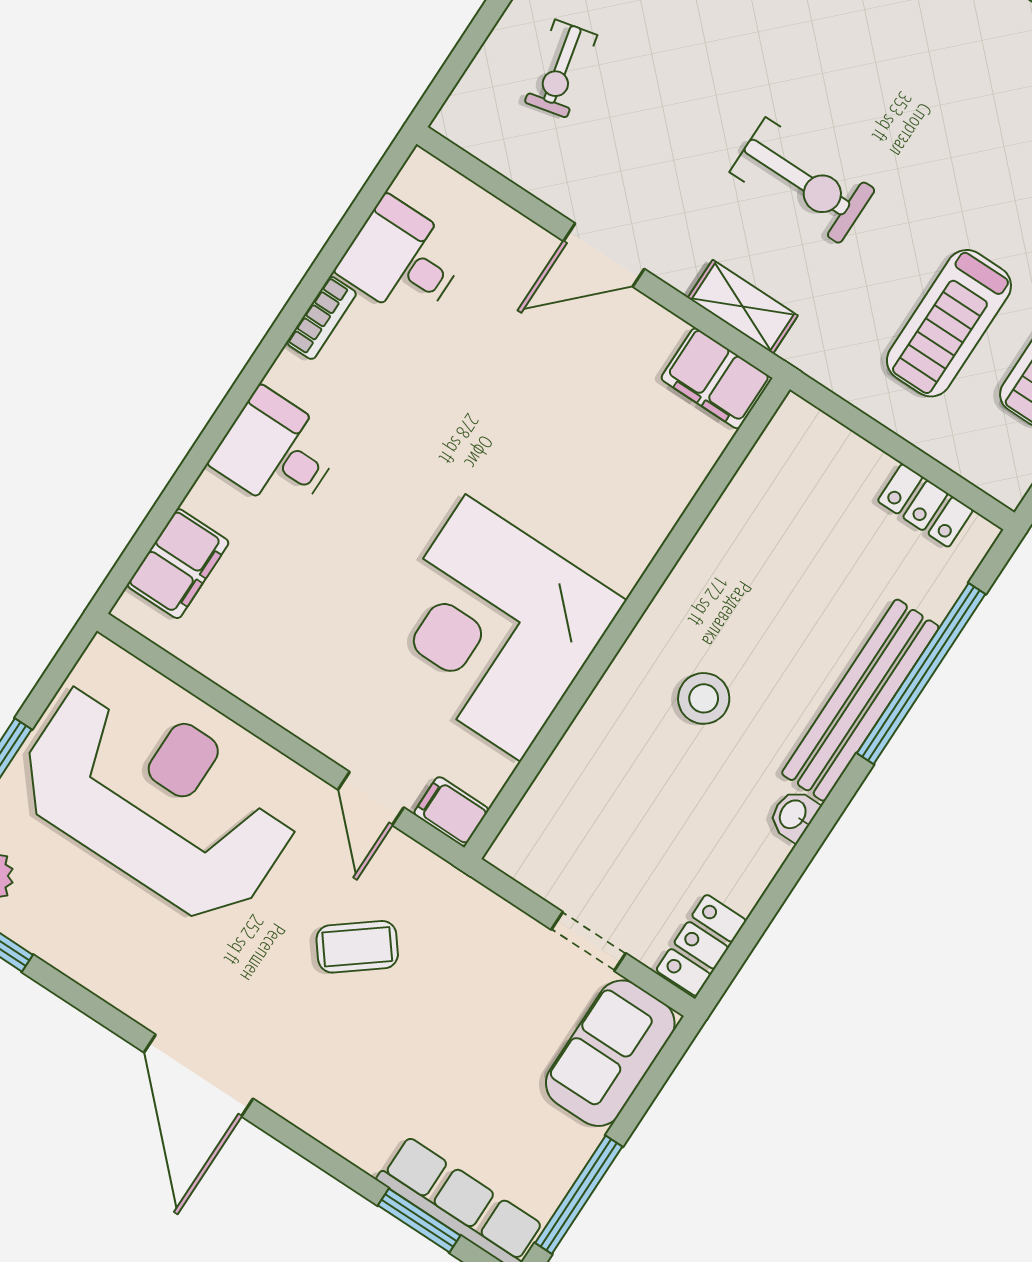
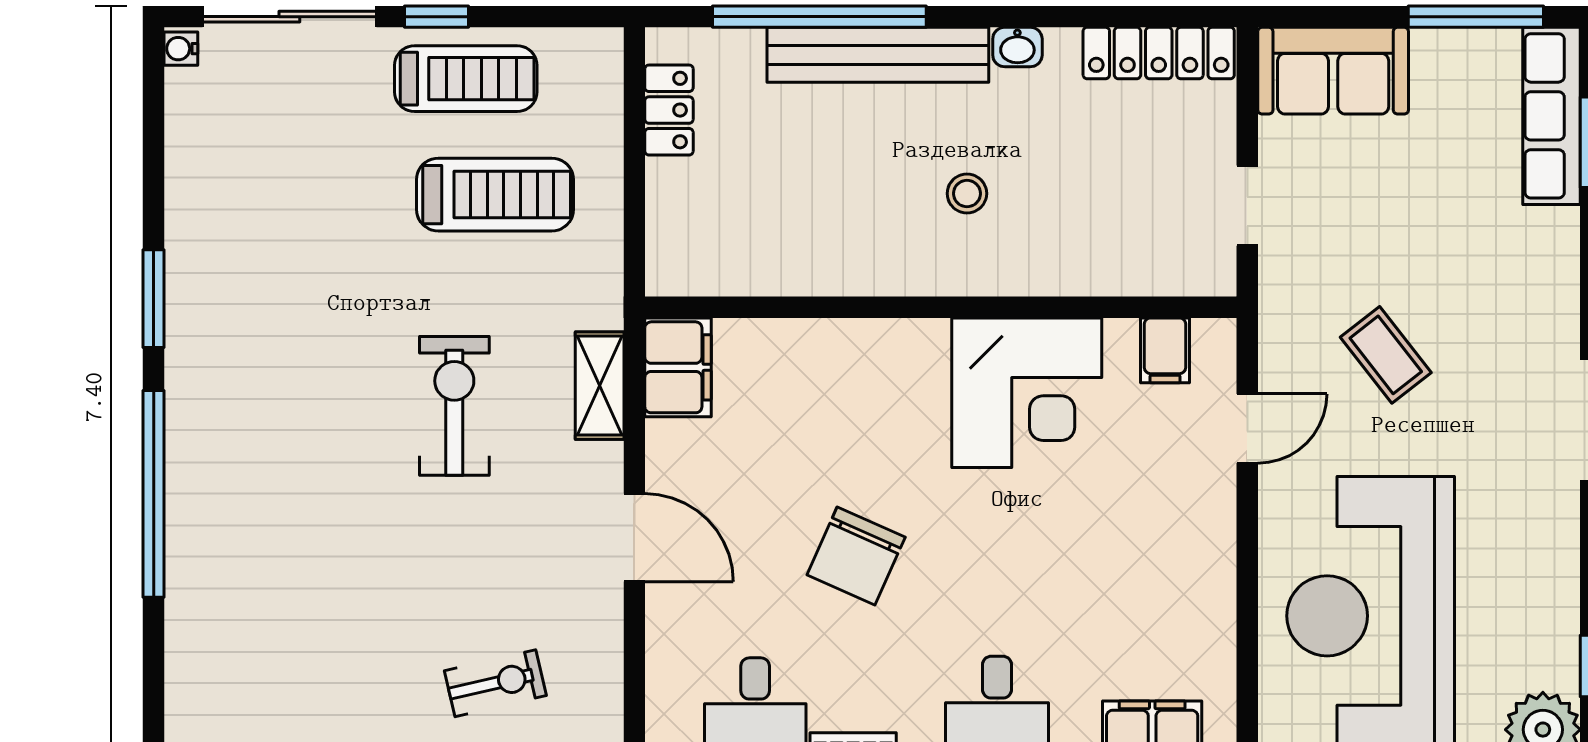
chair: (474, 421) -> (856, 556), added
corner desk: (493, 628) -> (1027, 393), width x0.74, depth x0.74
stool: (704, 698) -> (967, 194), width x0.73, depth x0.73
filing cabinet: (451, 811) -> (1165, 350), moved
doorway: (588, 941) -> (1247, 206), moved
locker: (701, 945) -> (1159, 53), width x1.53

